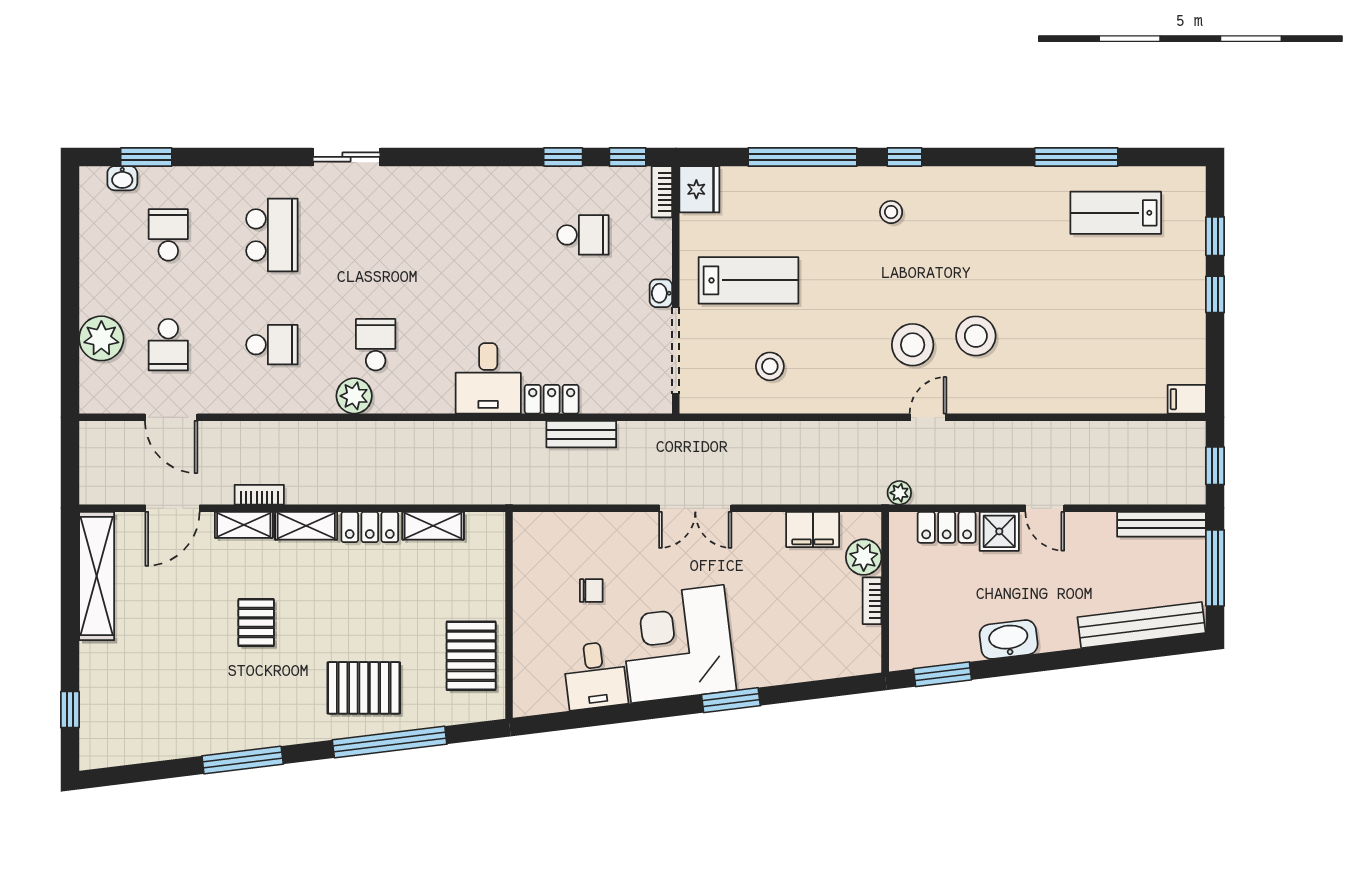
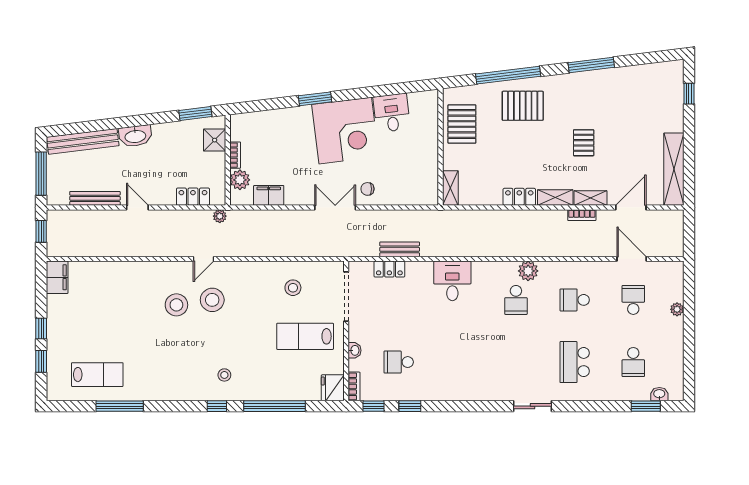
washbasin: (661, 293) -> (355, 350), moved
plant: (101, 338) -> (677, 309), width x0.53, depth x0.53
locker: (552, 399) -> (389, 269), moved
filing cabinet: (1187, 399) -> (57, 277), width x2.00
bench: (1162, 524) -> (95, 198), moved
shelving: (433, 526) -> (450, 188), moved, turned 90
shower: (999, 531) -> (215, 140), moved
chair: (591, 591) -> (367, 189), moved
washbasin: (1009, 639) -> (135, 136), moved

